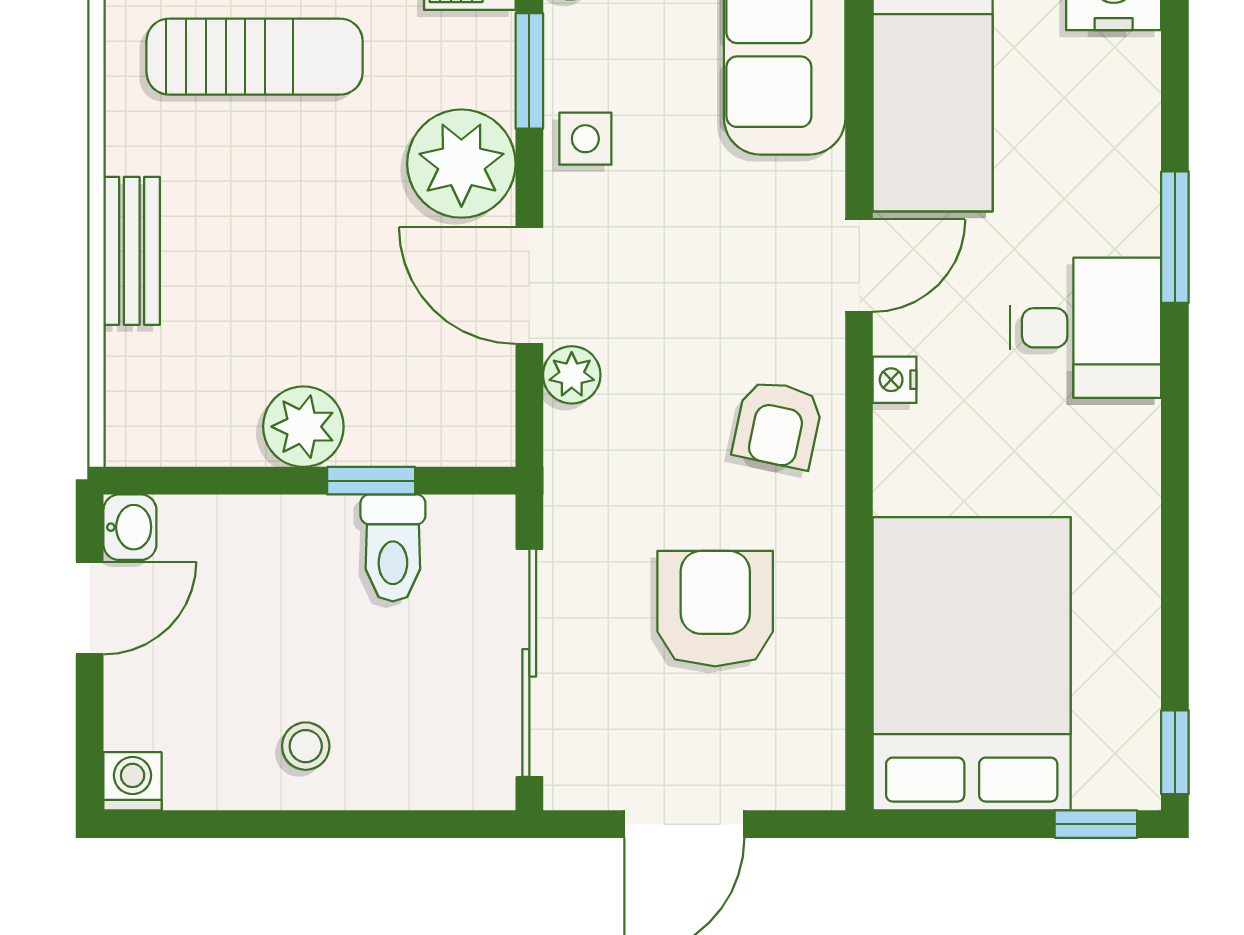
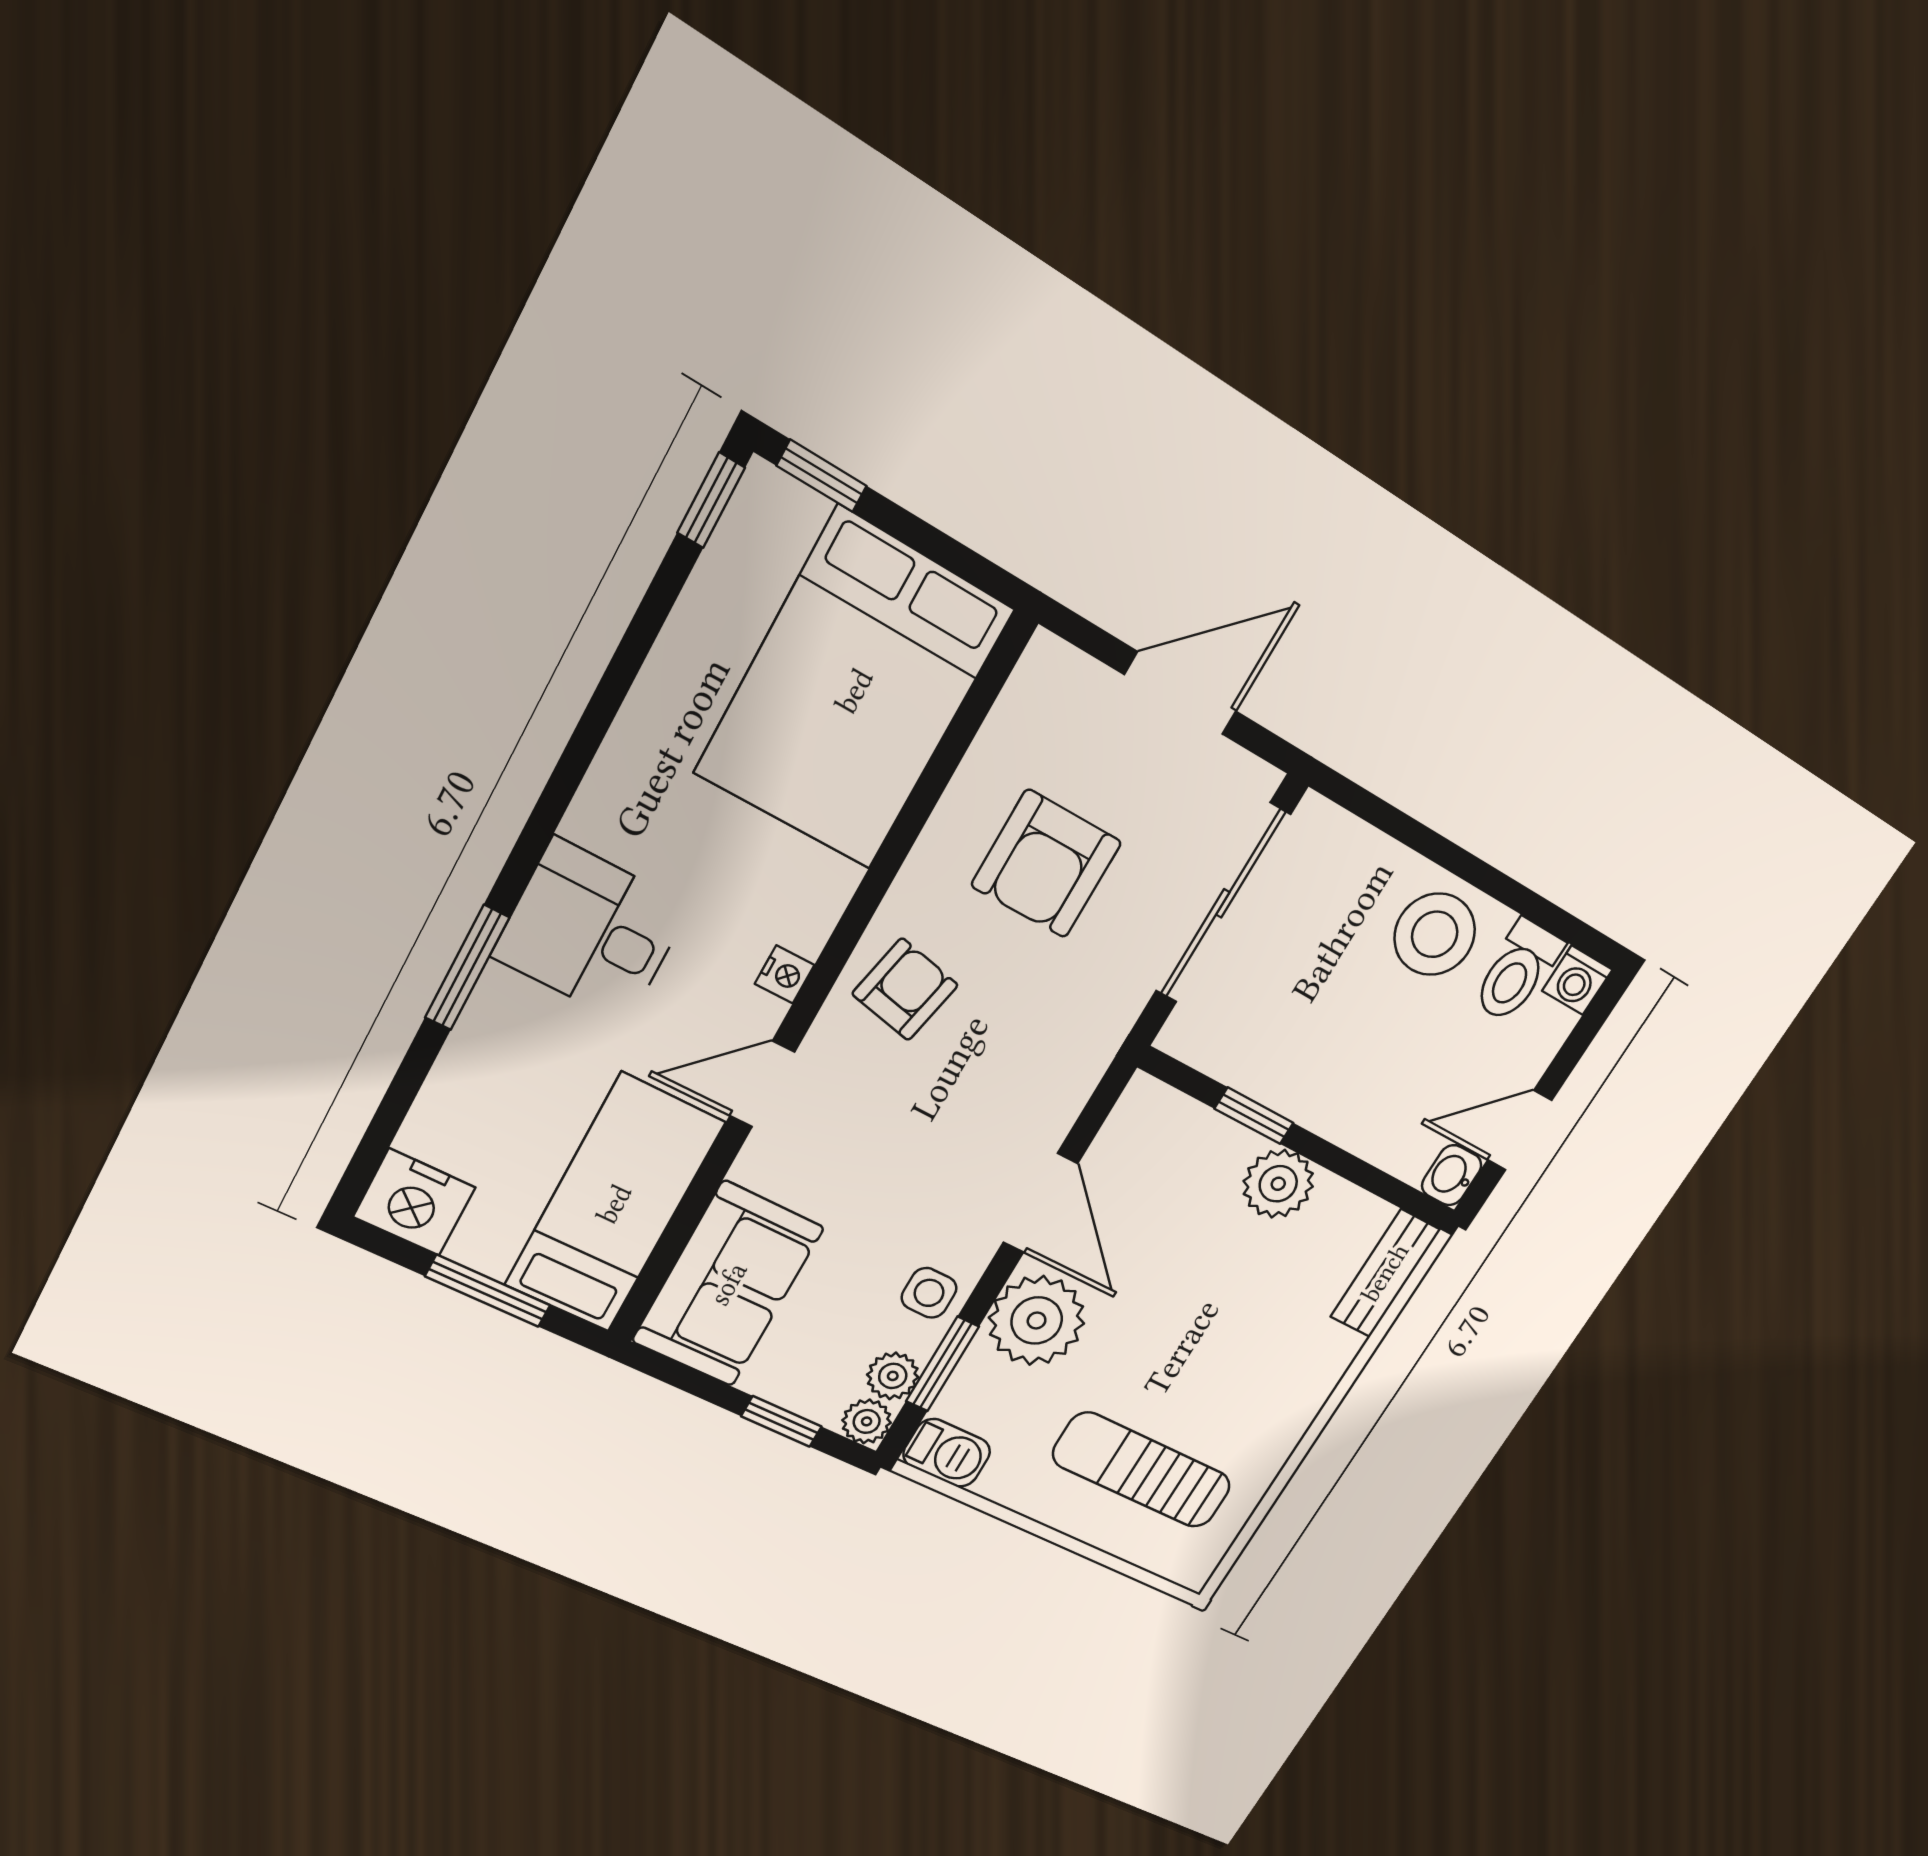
bench: (132, 251) -> (1385, 1273), moved
plant: (572, 375) -> (893, 1376), moved
toilet: (393, 548) -> (1517, 971), moved, turned 180
stool: (306, 746) -> (1435, 934), width x1.89, depth x1.89

